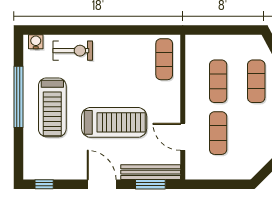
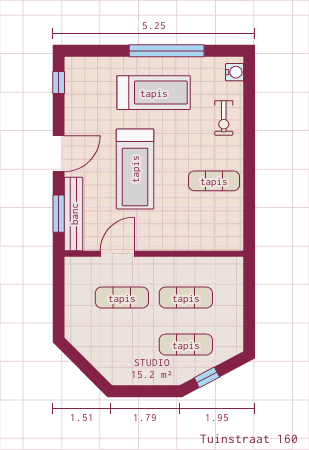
exercise bike: (73, 51) -> (224, 118), width x0.73, depth x0.72
exercise mat: (164, 59) -> (214, 181), moved
treadmill: (52, 107) -> (154, 93), turned 180

